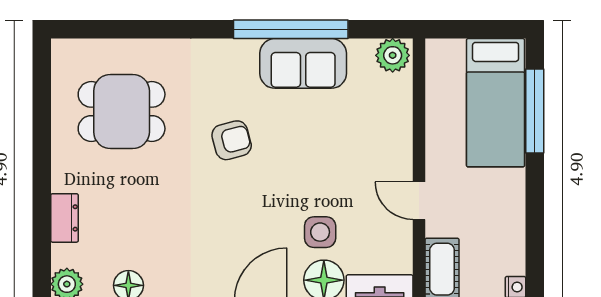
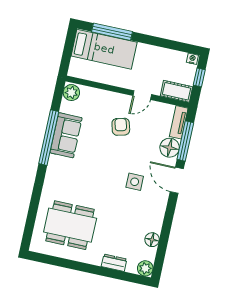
dining table: (122, 111) -> (70, 225), width x1.38
armchair: (232, 140) -> (121, 127), moved
side table: (320, 232) -> (135, 182), moved

